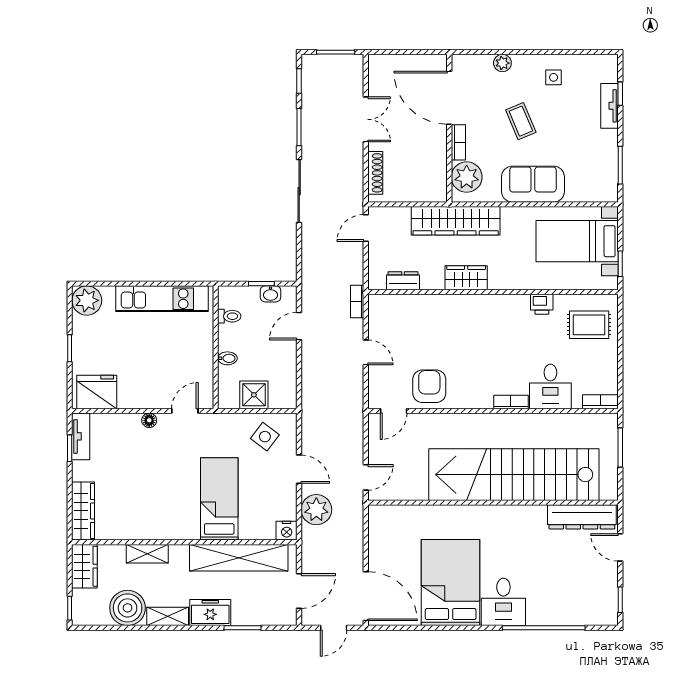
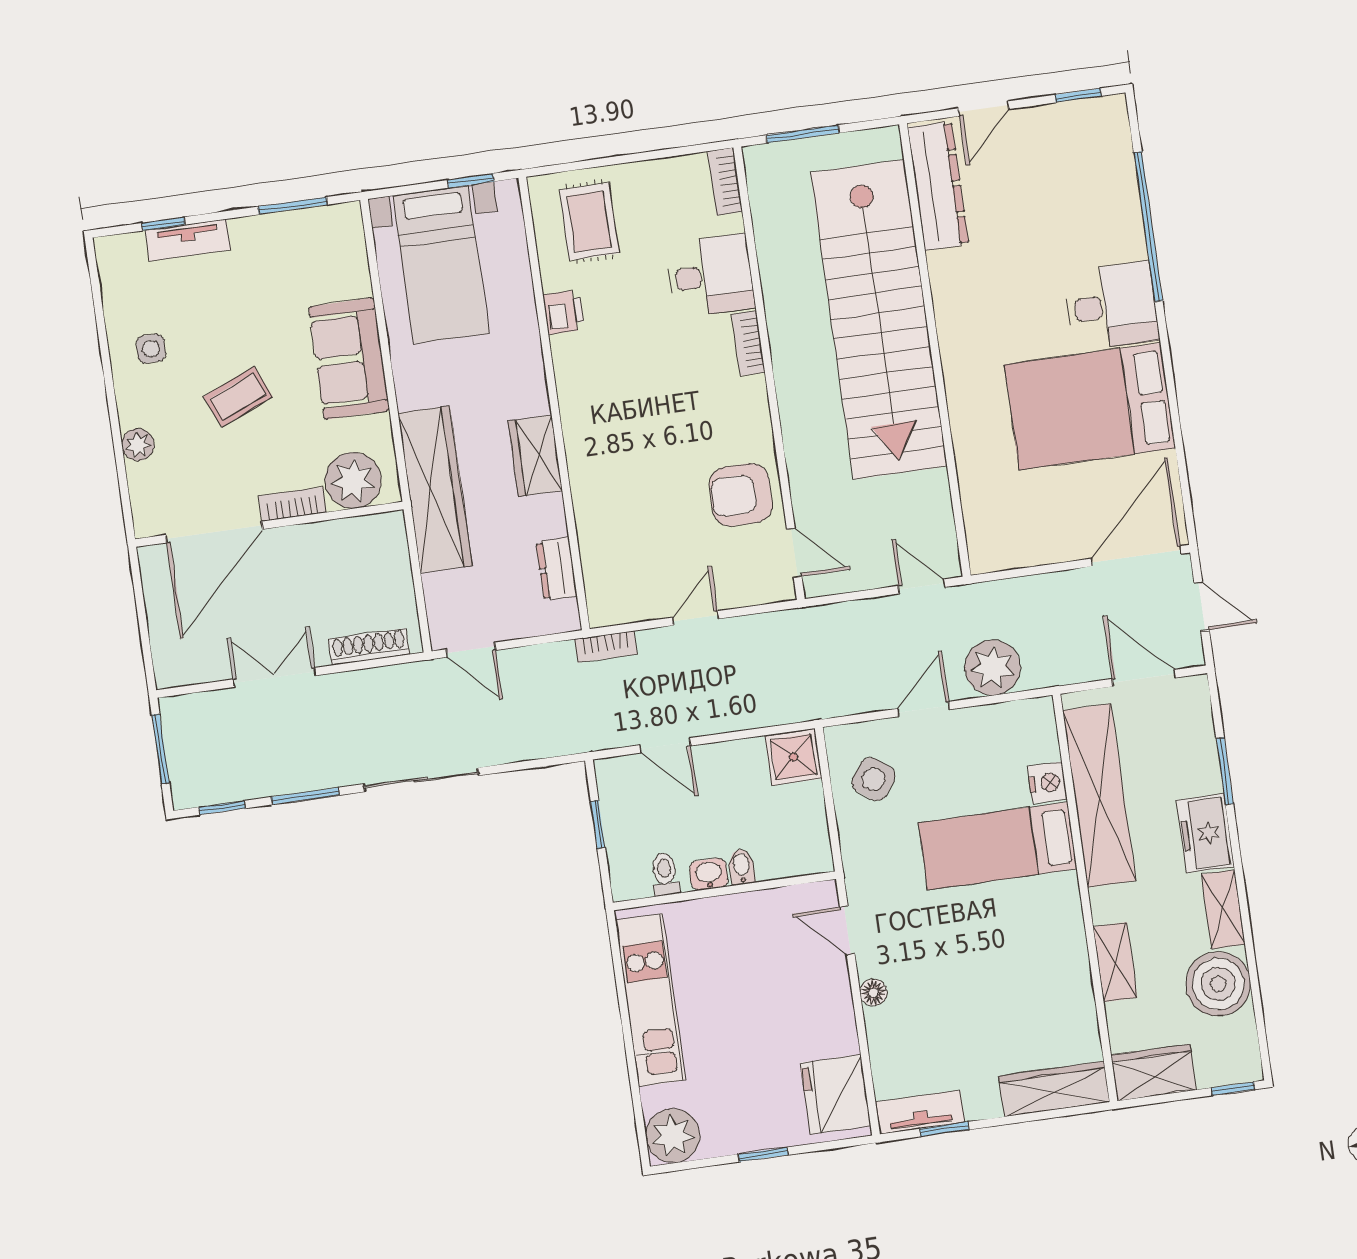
washbasin: (270, 294) -> (709, 874), moved, turned -90
shower: (254, 395) -> (793, 757), moved
nightstand: (287, 531) -> (1047, 783), moved

